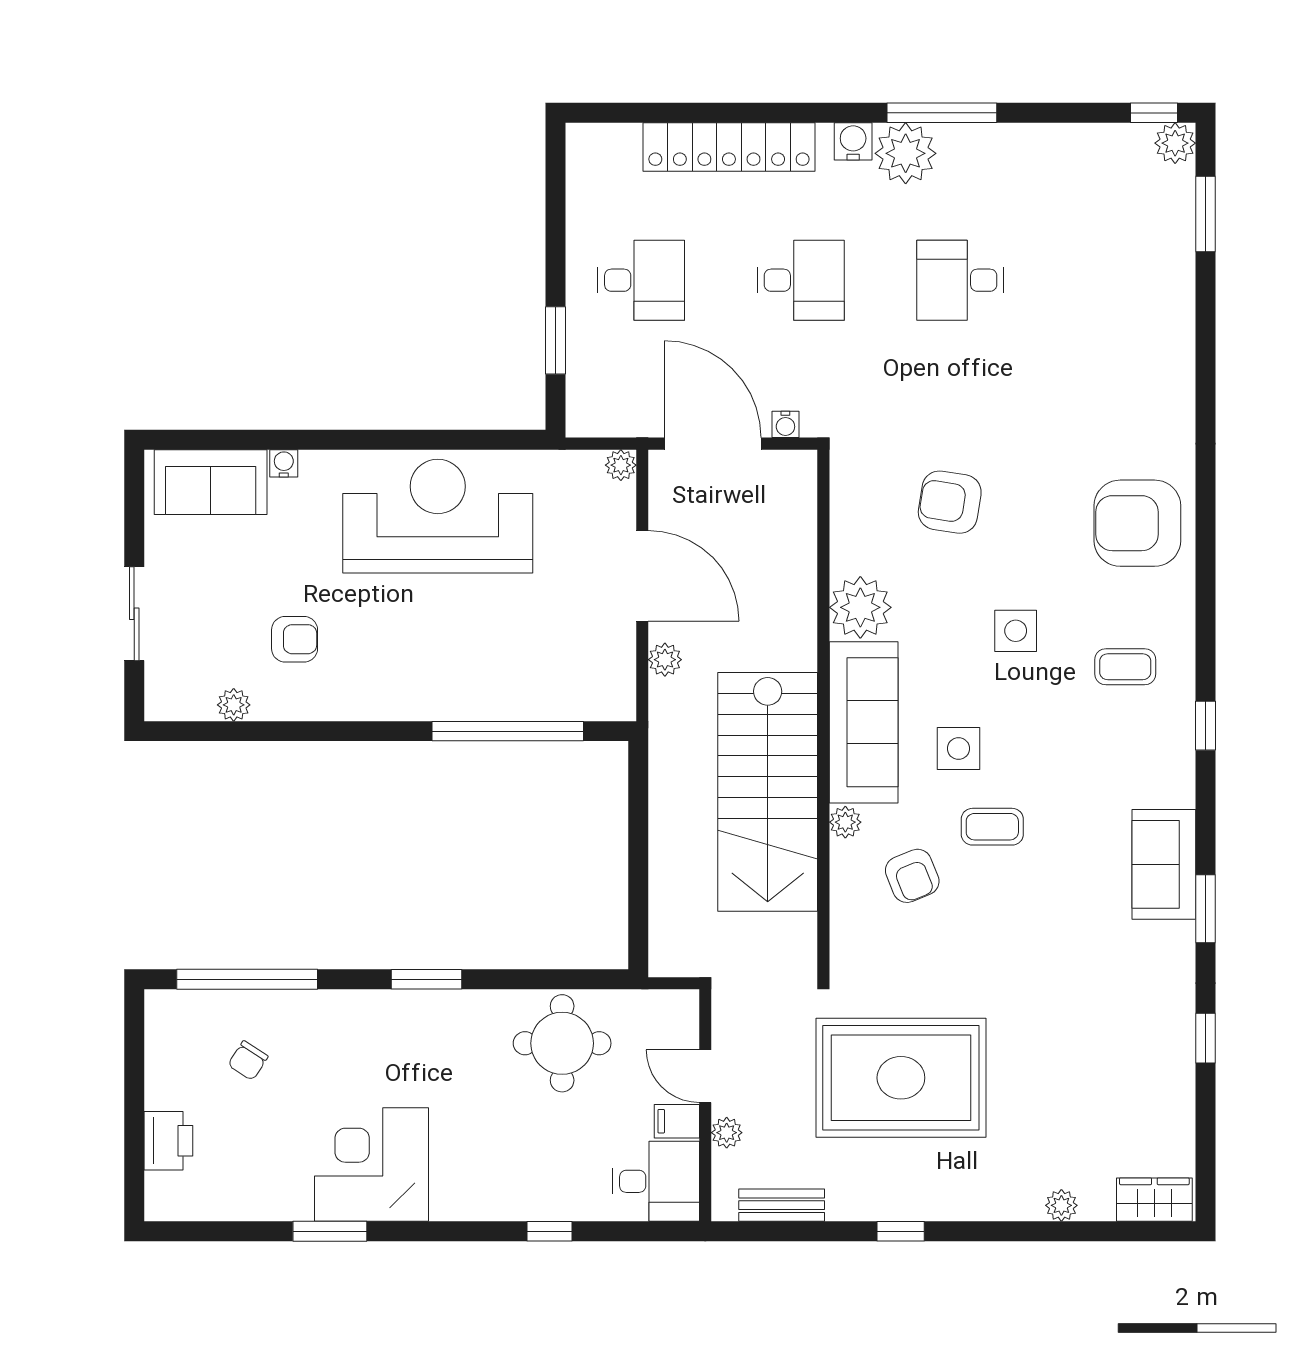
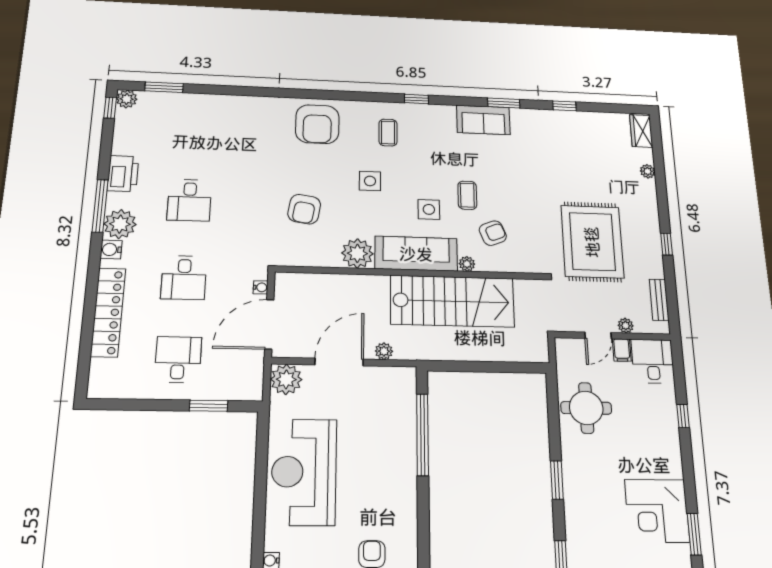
printer: (1011, 150) -> (123, 174), added
desk: (801, 280) -> (184, 278), turned 180
plant: (621, 465) -> (286, 379), width x1.88, depth x1.88

